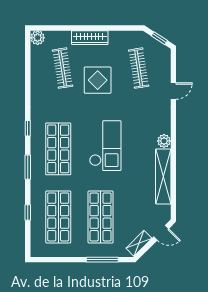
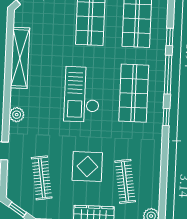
plant: (164, 141) -> (17, 115), moved
window: (28, 167) -> (168, 75), width x1.44
window: (28, 212) -> (170, 37), moved

